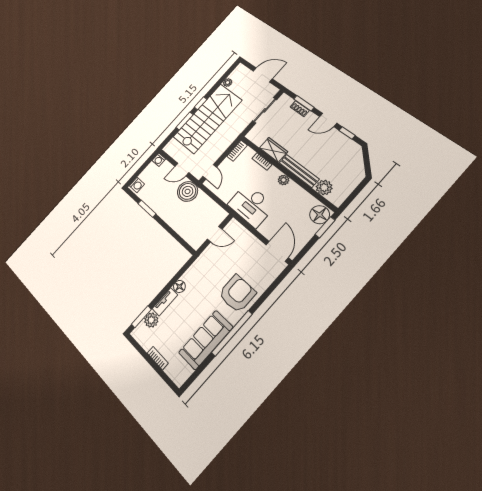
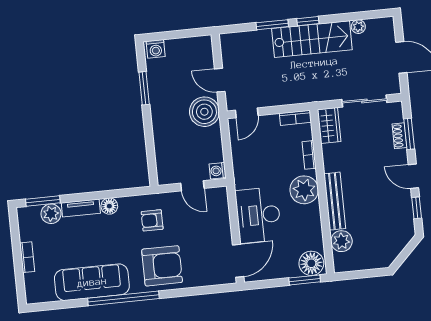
stairs: (207, 119) -> (312, 39), width x0.73, depth x0.66
wardrobe: (274, 150) -> (329, 126), moved
washing machine: (159, 160) -> (218, 171), moved
plant: (284, 180) -> (304, 190), width x1.88, depth x1.88
desk: (251, 205) -> (258, 215), moved
armchair: (209, 273) -> (152, 220), added

